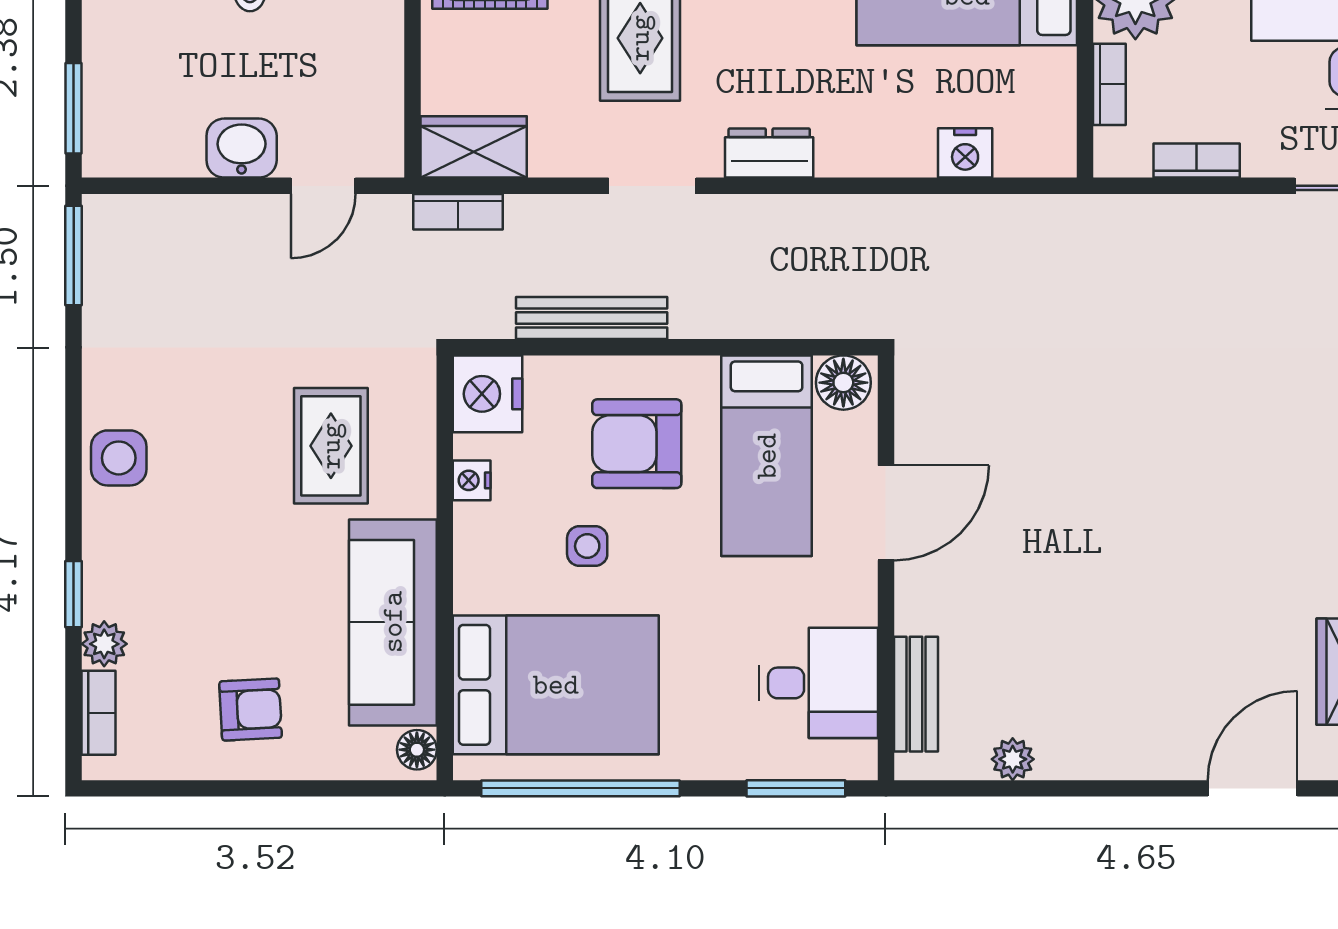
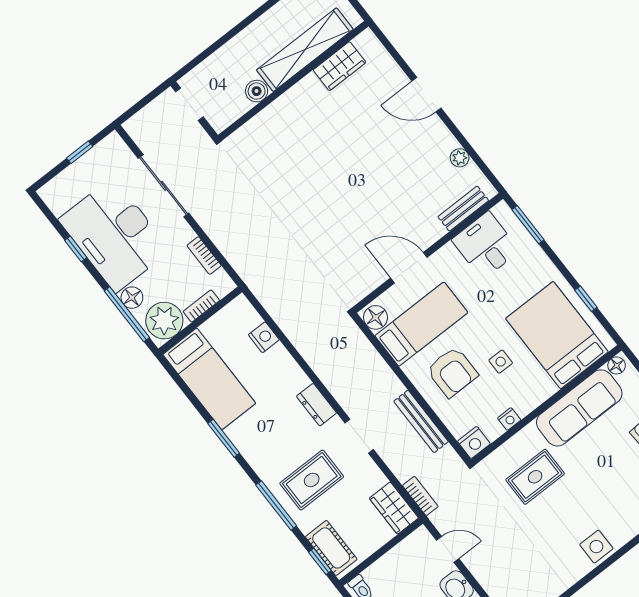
nightstand: (487, 394) -> (474, 443), width x0.74, depth x0.75
window: (580, 788) -> (586, 299), width x0.32
door: (1253, 788) -> (426, 95), moved

